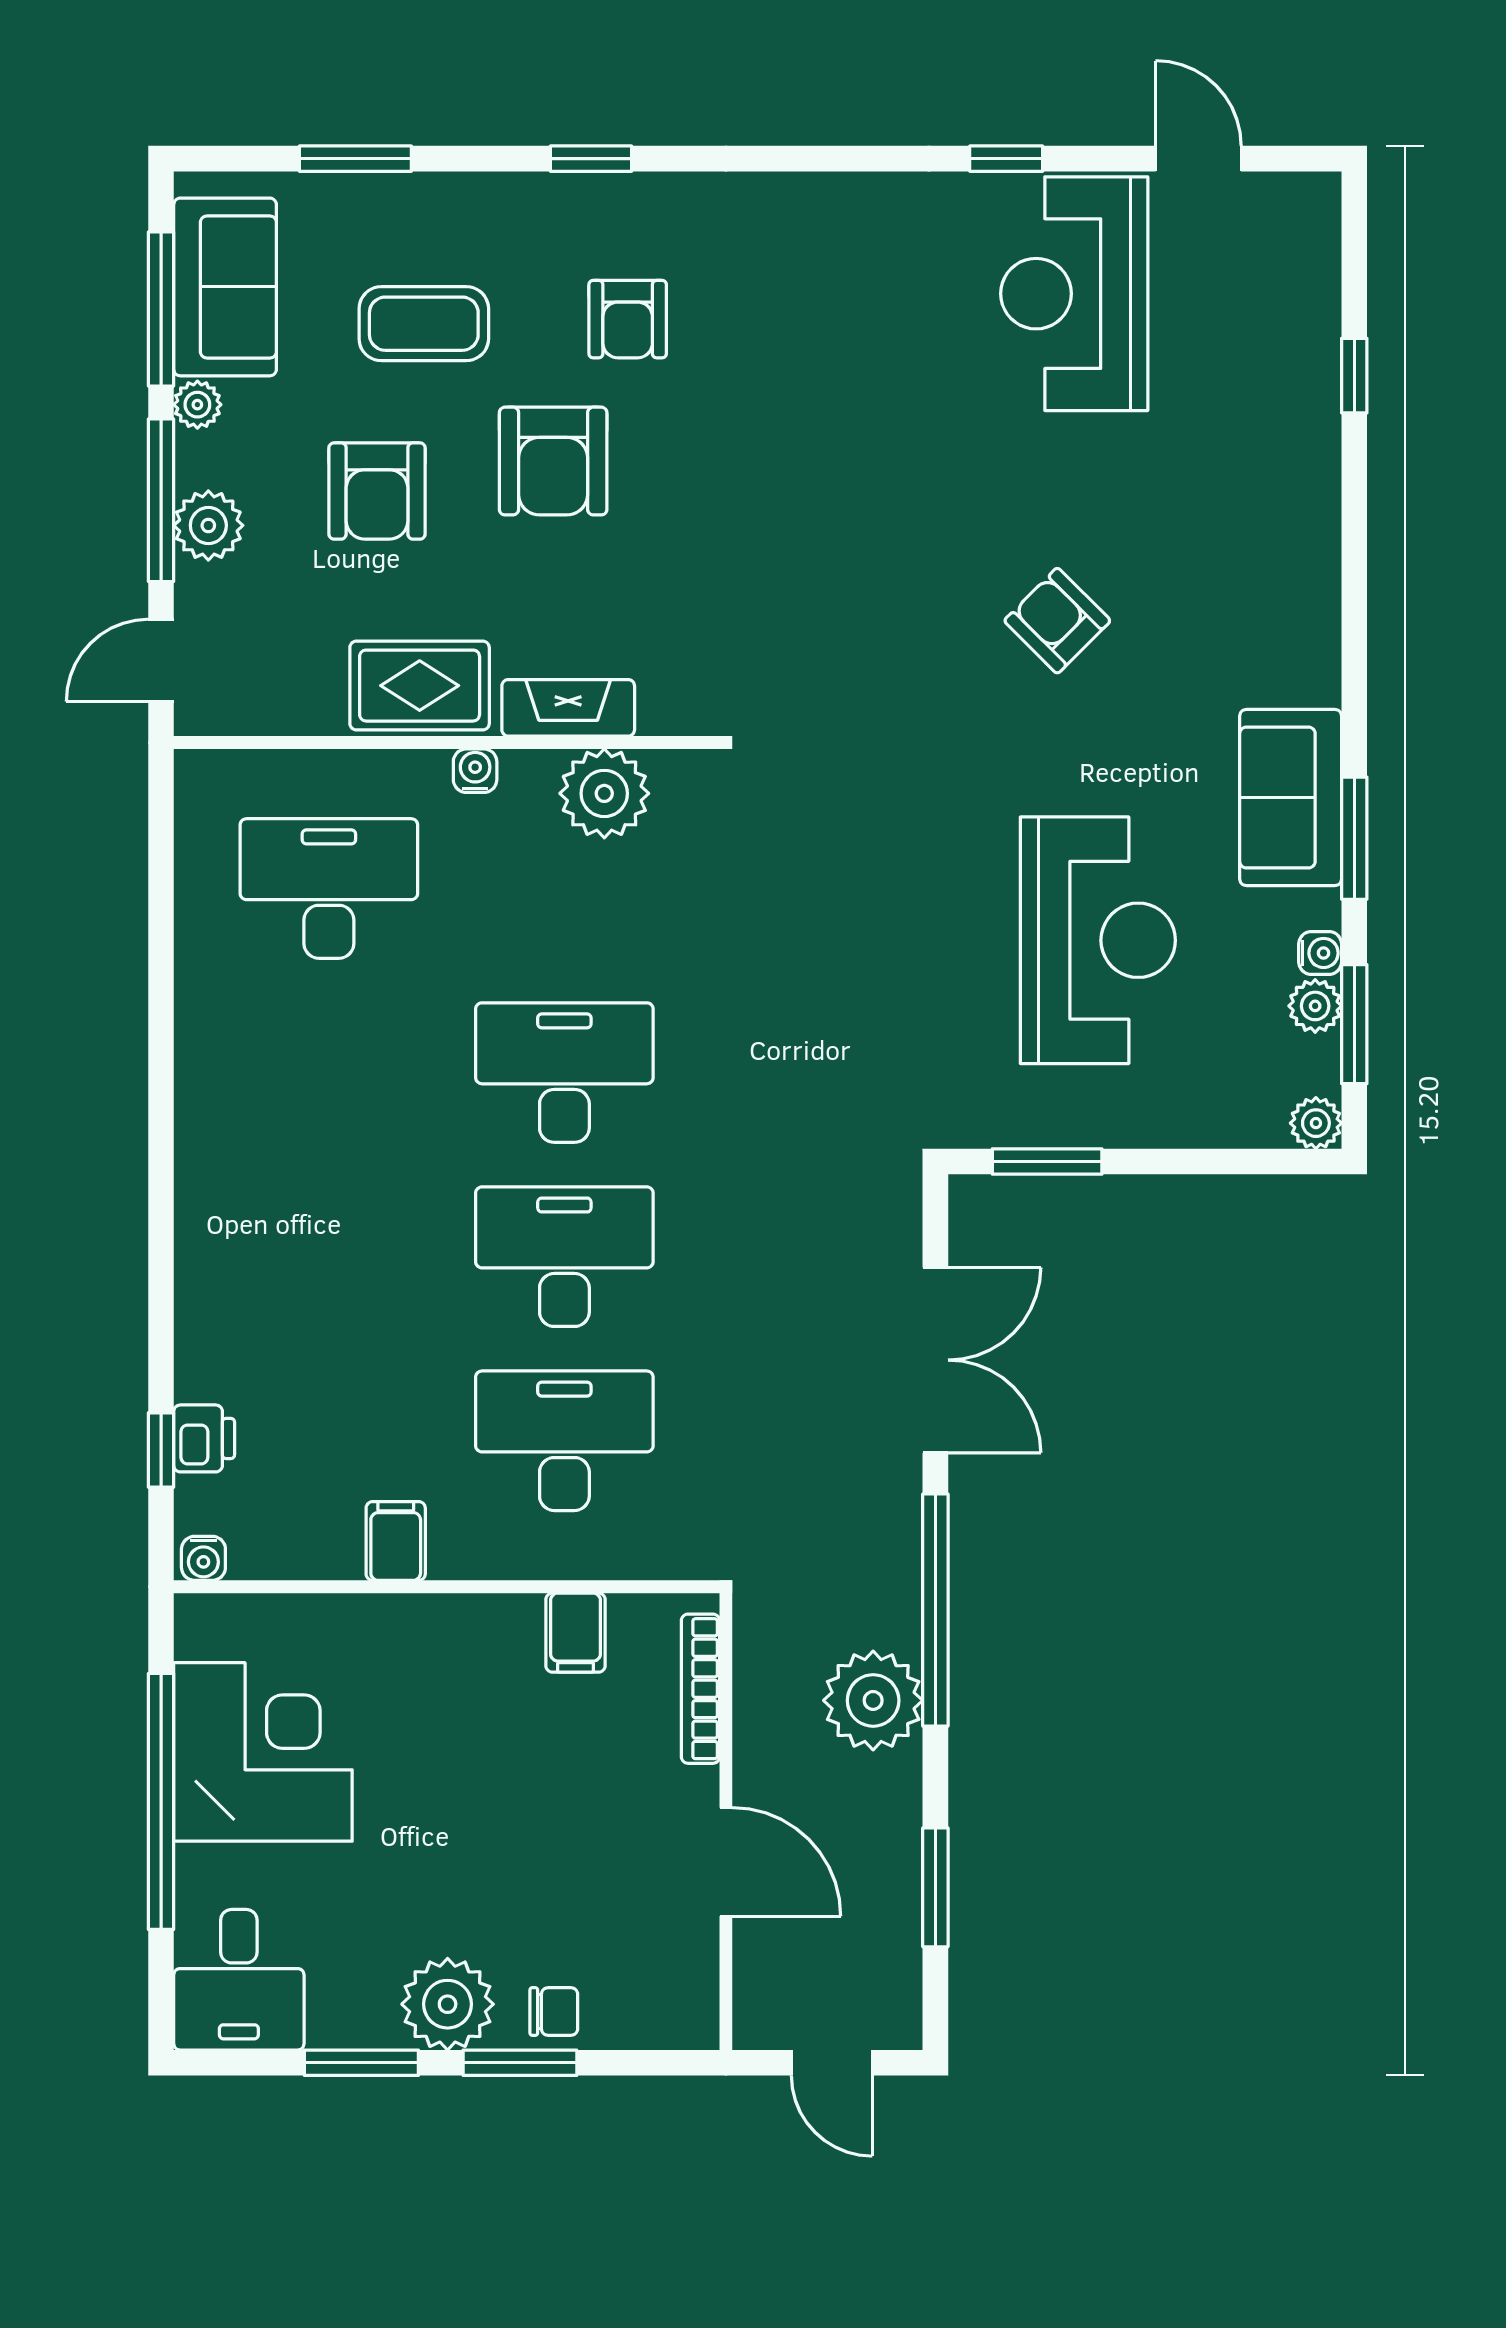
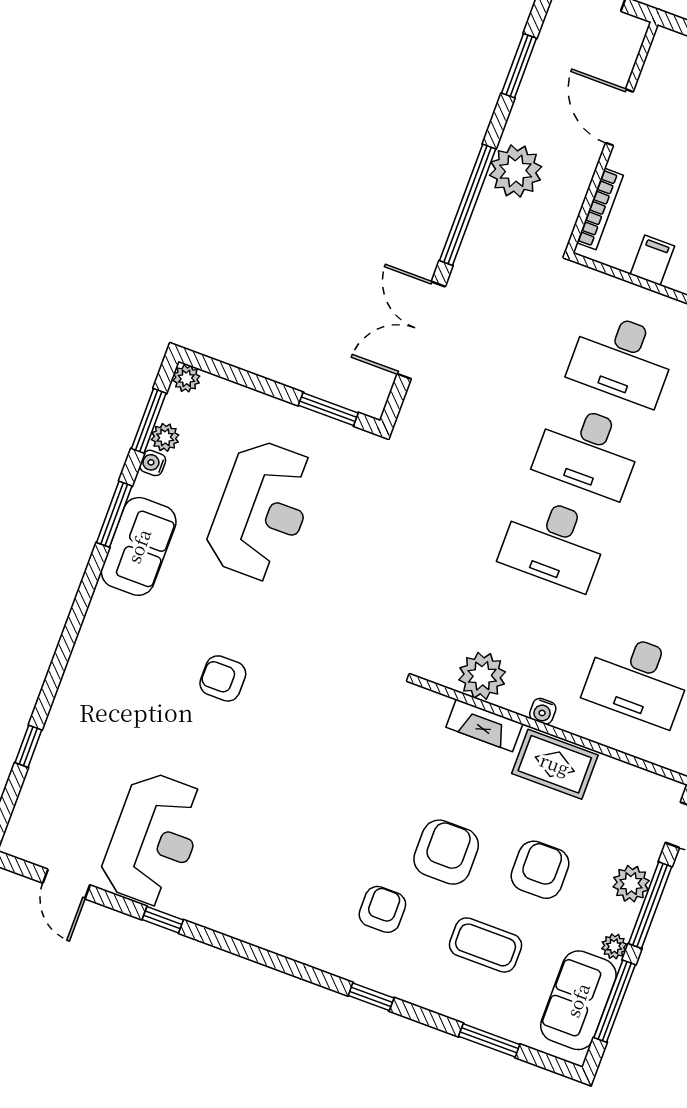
armchair: (1057, 621) -> (223, 678), turned 135
reception desk: (1098, 940) -> (262, 511), turned 180

